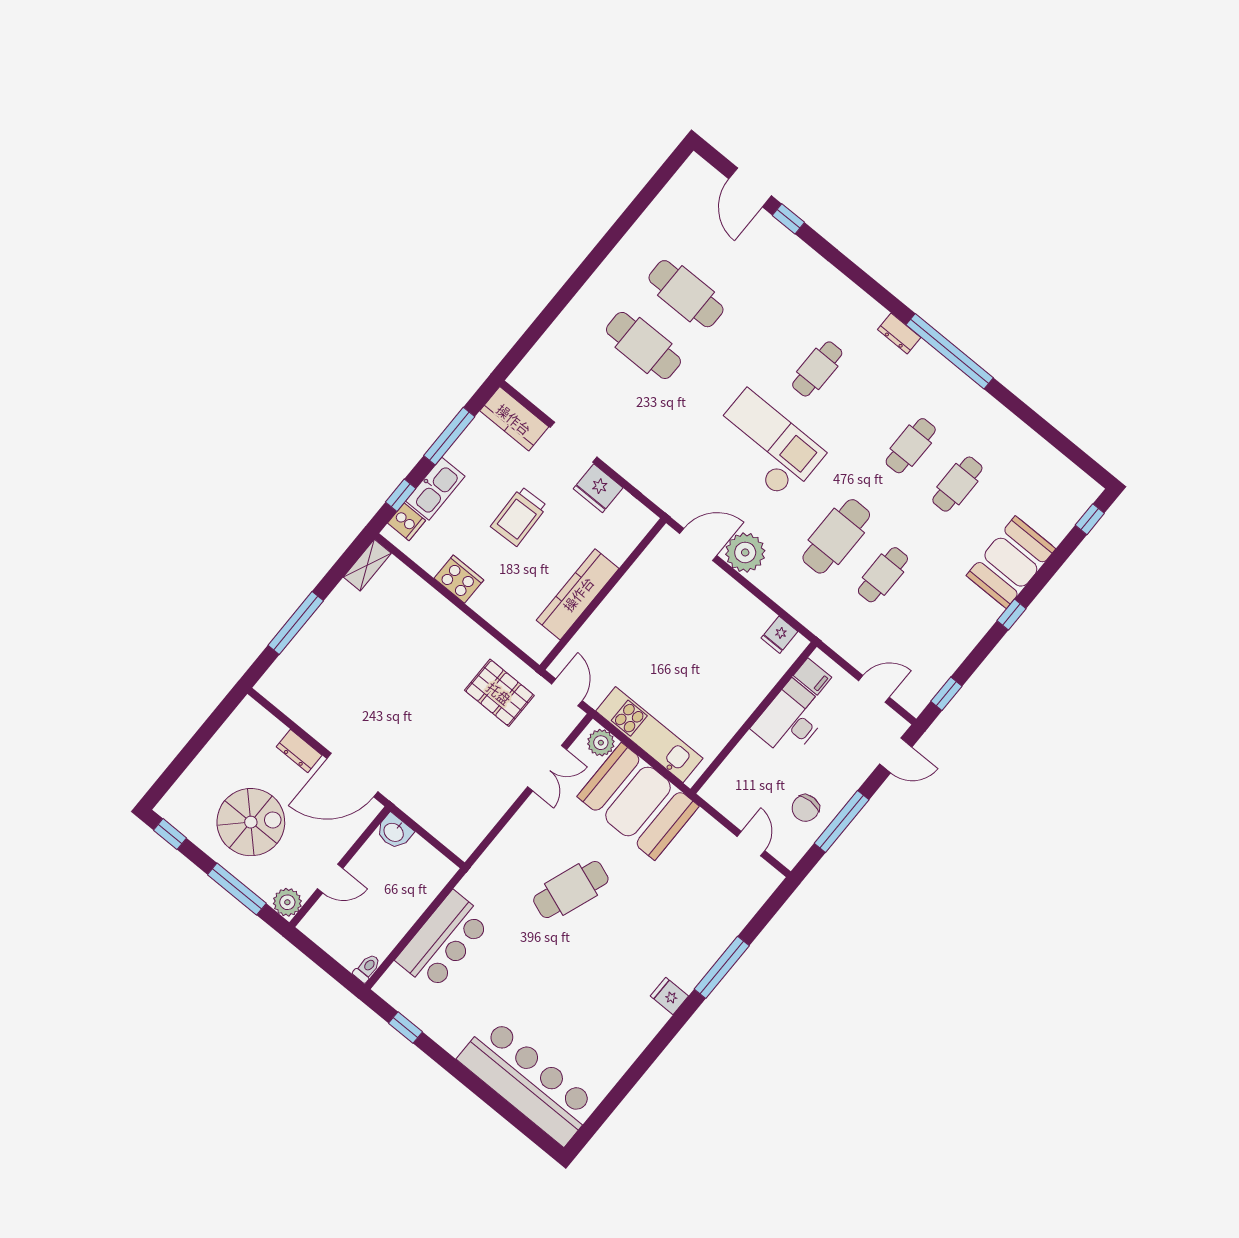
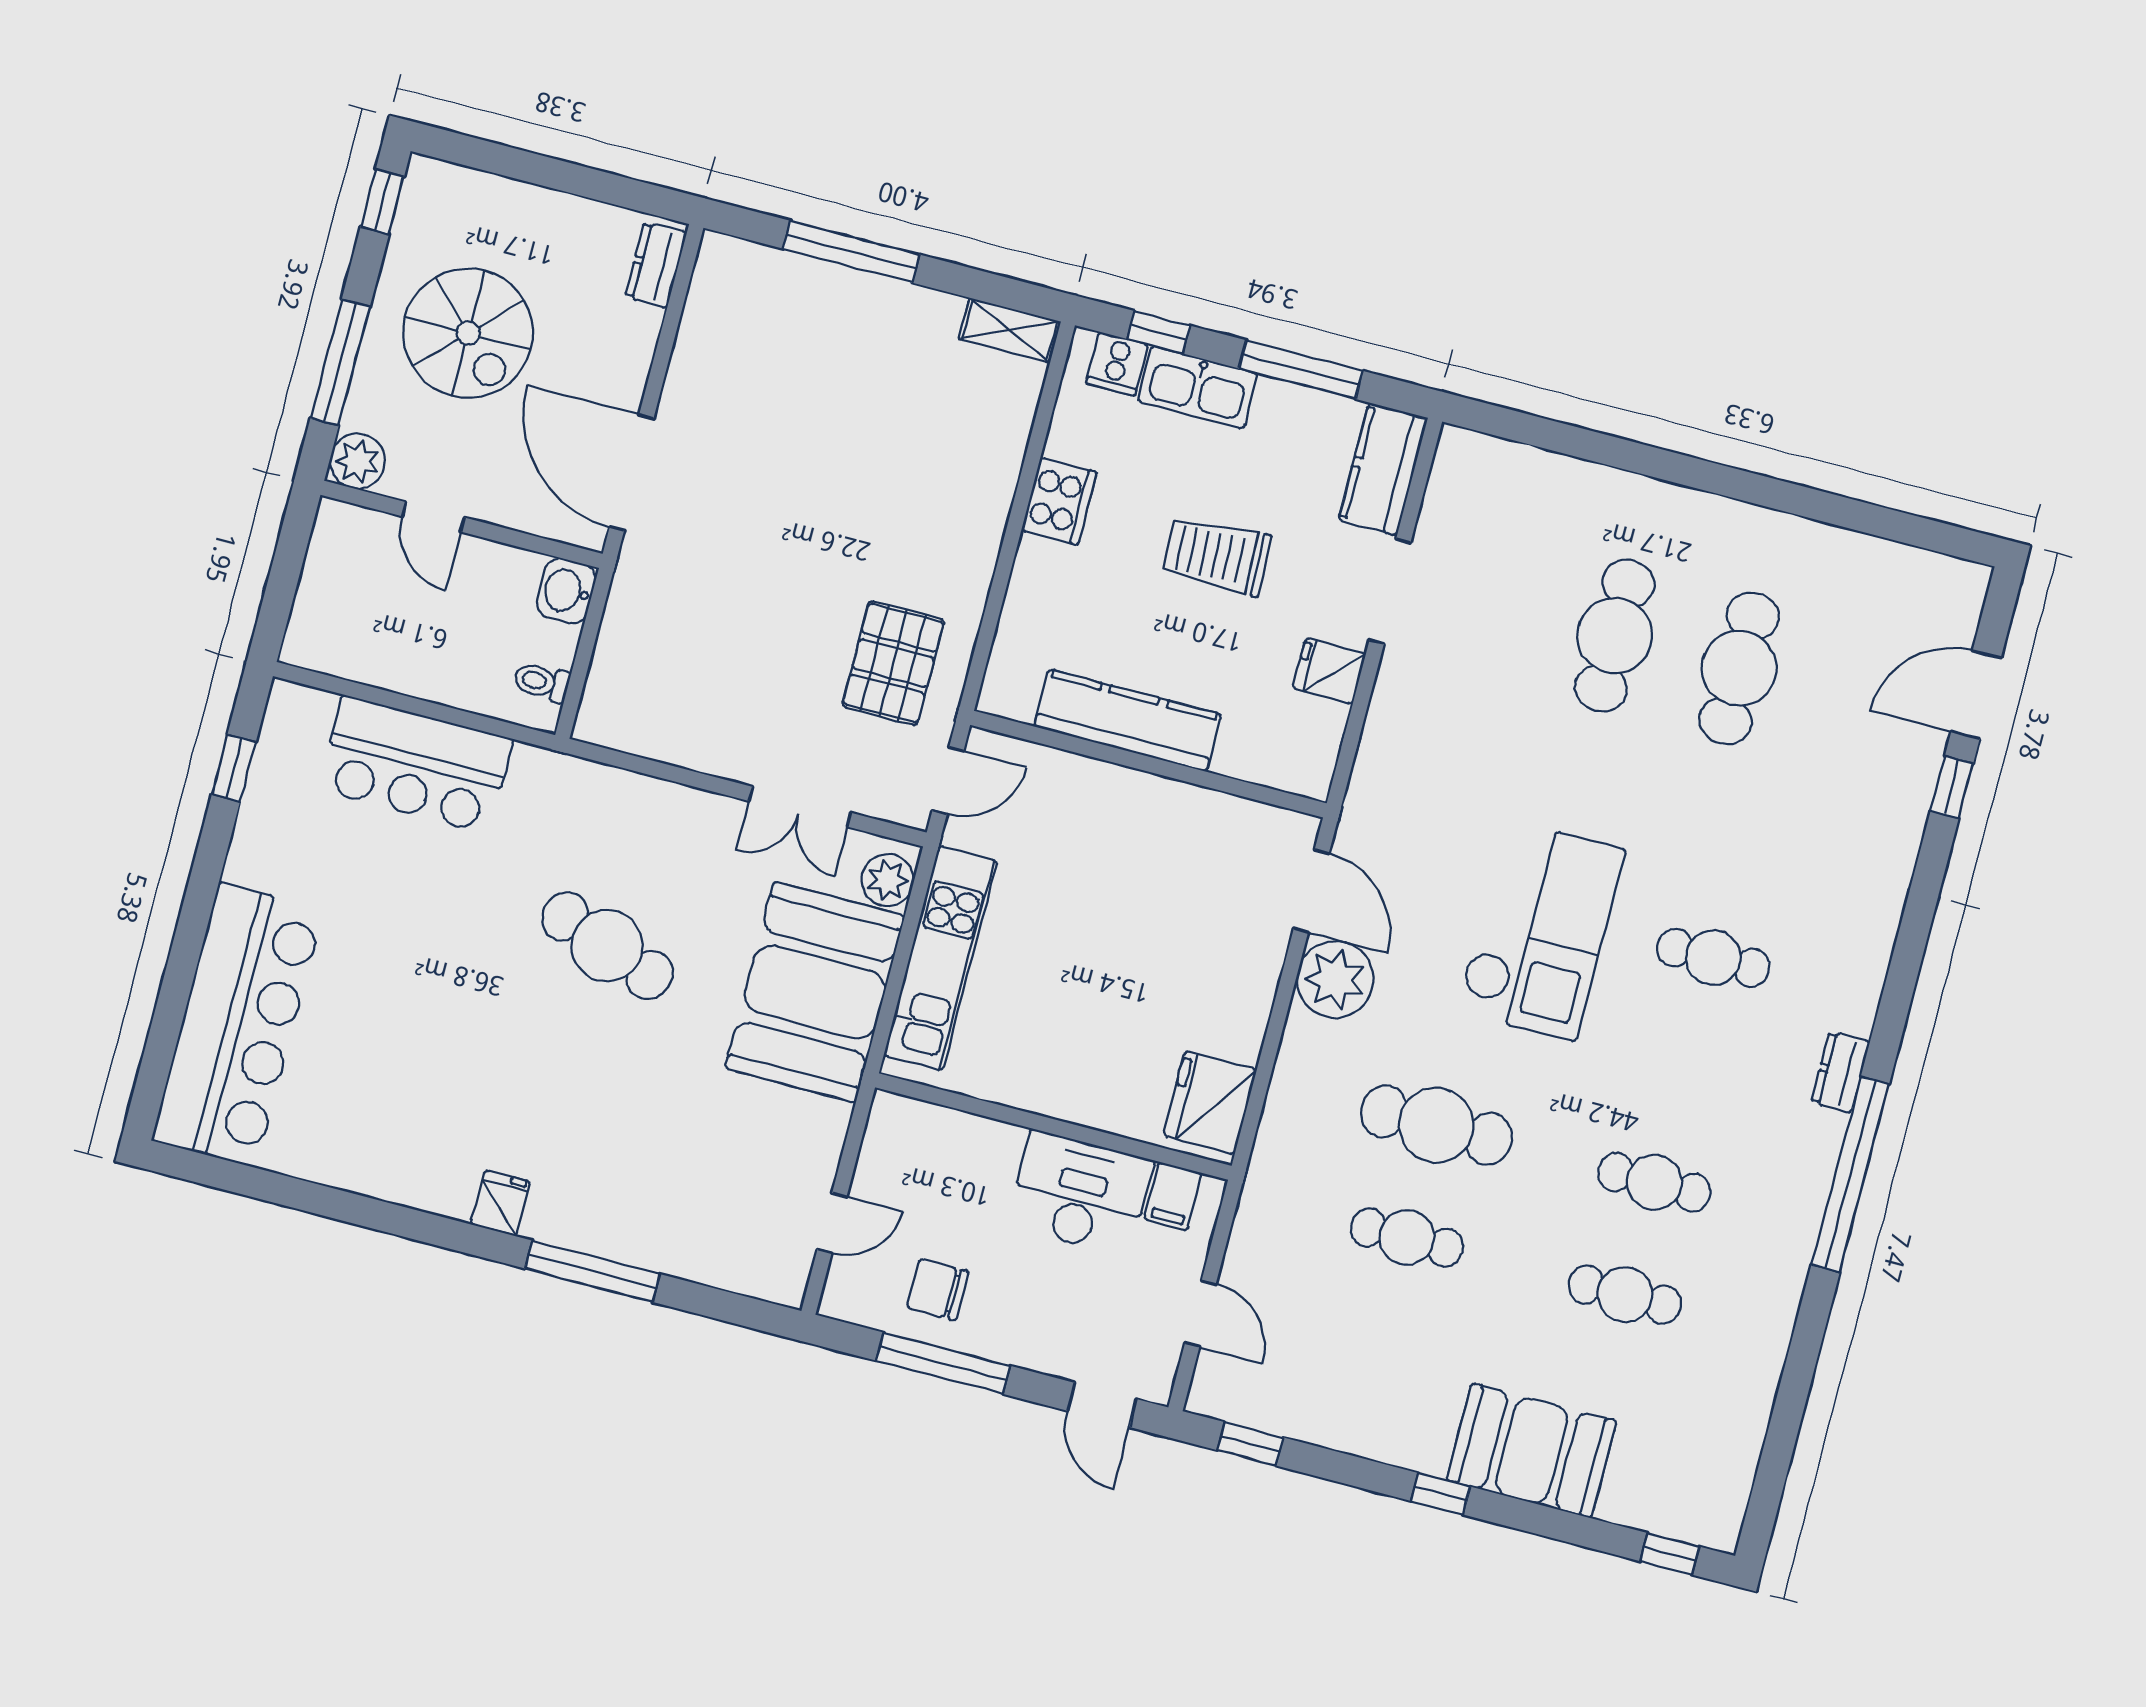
fridge: (598, 488) -> (1329, 671), width x0.72
fridge: (779, 635) -> (1210, 1103), width x1.88, depth x1.34
dresser: (299, 751) -> (656, 265), moved
toilet: (367, 968) -> (542, 682), moved, turned 180

